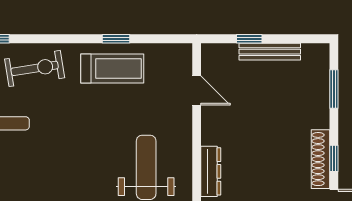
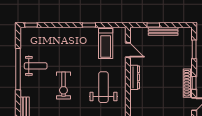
exercise bike: (35, 68) -> (63, 85), moved, turned 99
treadmill: (112, 69) -> (106, 43), moved, turned 90
dresser: (211, 171) -> (135, 77), moved

